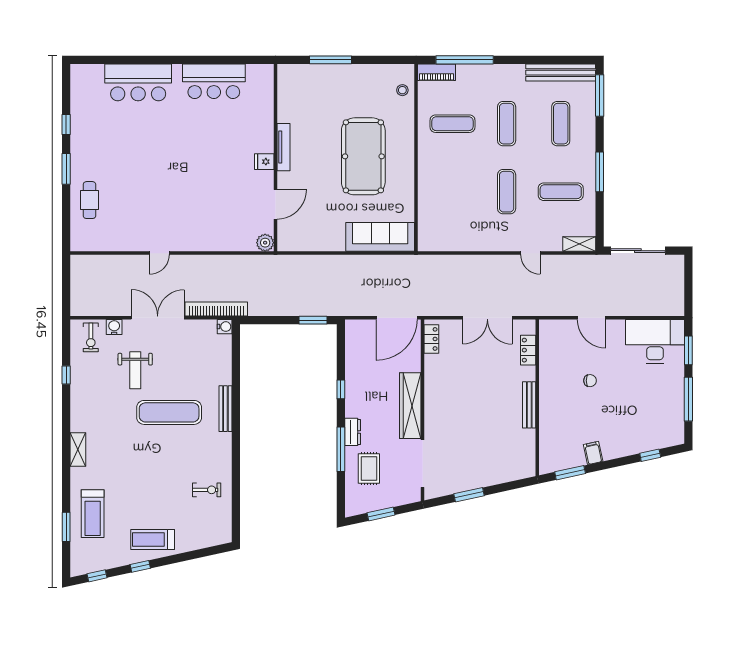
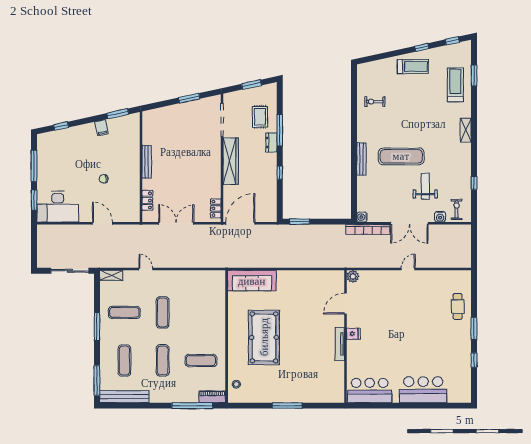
tv unit: (284, 147) -> (340, 344), moved
wall: (275, 158) -> (345, 336), moved
fridge: (264, 162) -> (353, 334), moved
door: (275, 204) -> (345, 304), moved
plant: (265, 243) -> (353, 276), moved

